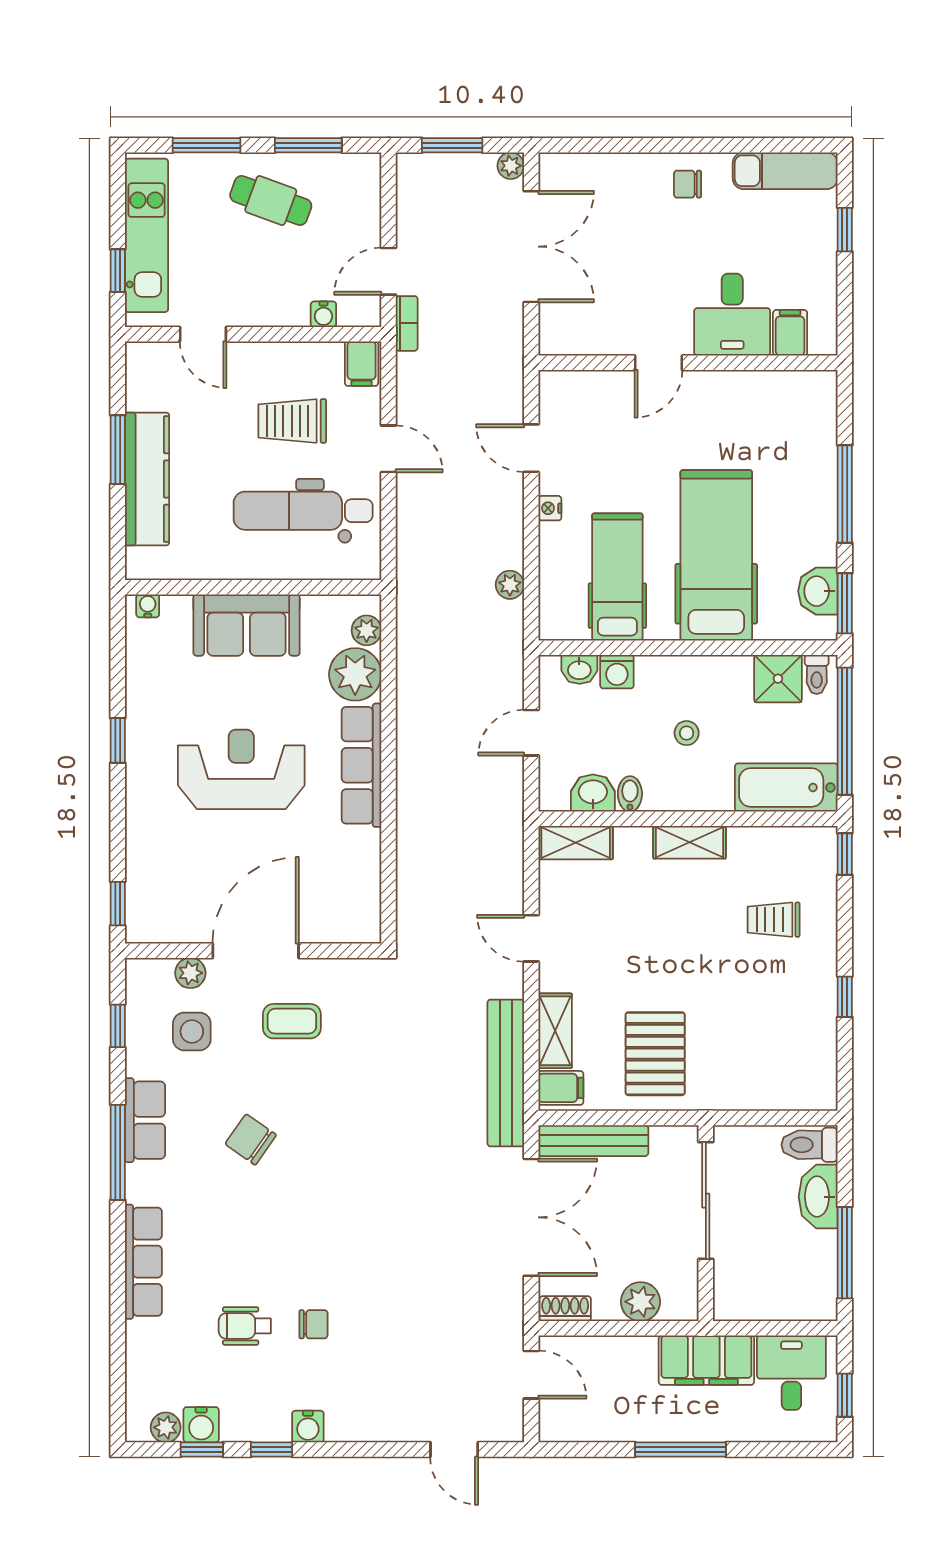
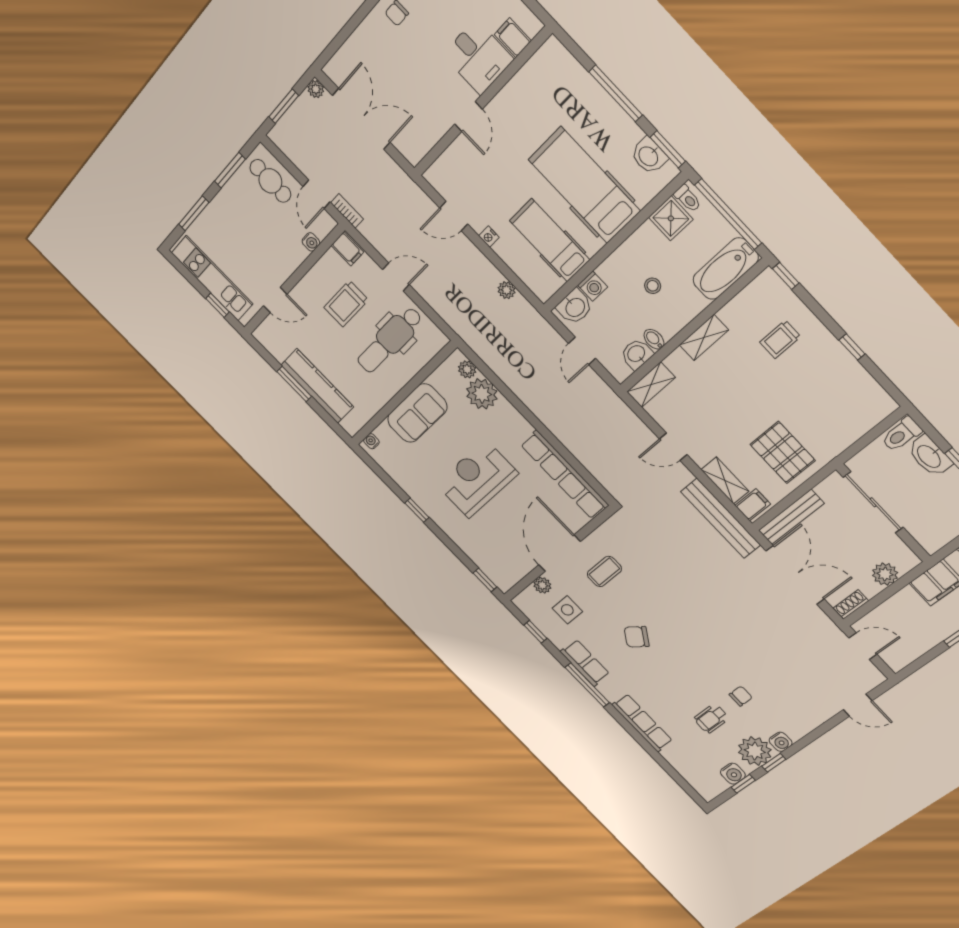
cafe table: (271, 201) -> (270, 181), moved, turned 70
washbasin: (579, 669) -> (575, 307), width x1.38, depth x1.45
row of seats: (362, 765) -> (565, 475), moved, width x1.36
plant: (166, 1427) -> (755, 751), moved, width x1.87, depth x1.87

